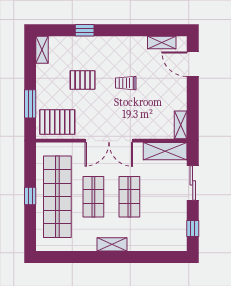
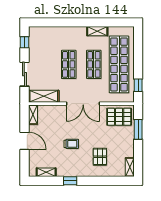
window: (85, 30) -> (70, 181), moved
door: (193, 64) -> (24, 141), moved
pallet: (83, 80) -> (100, 157), moved, turned 90
double door: (109, 141) -> (83, 104), swing flipped
window: (30, 196) -> (138, 85), moved
shelving: (112, 244) -> (97, 31), moved

